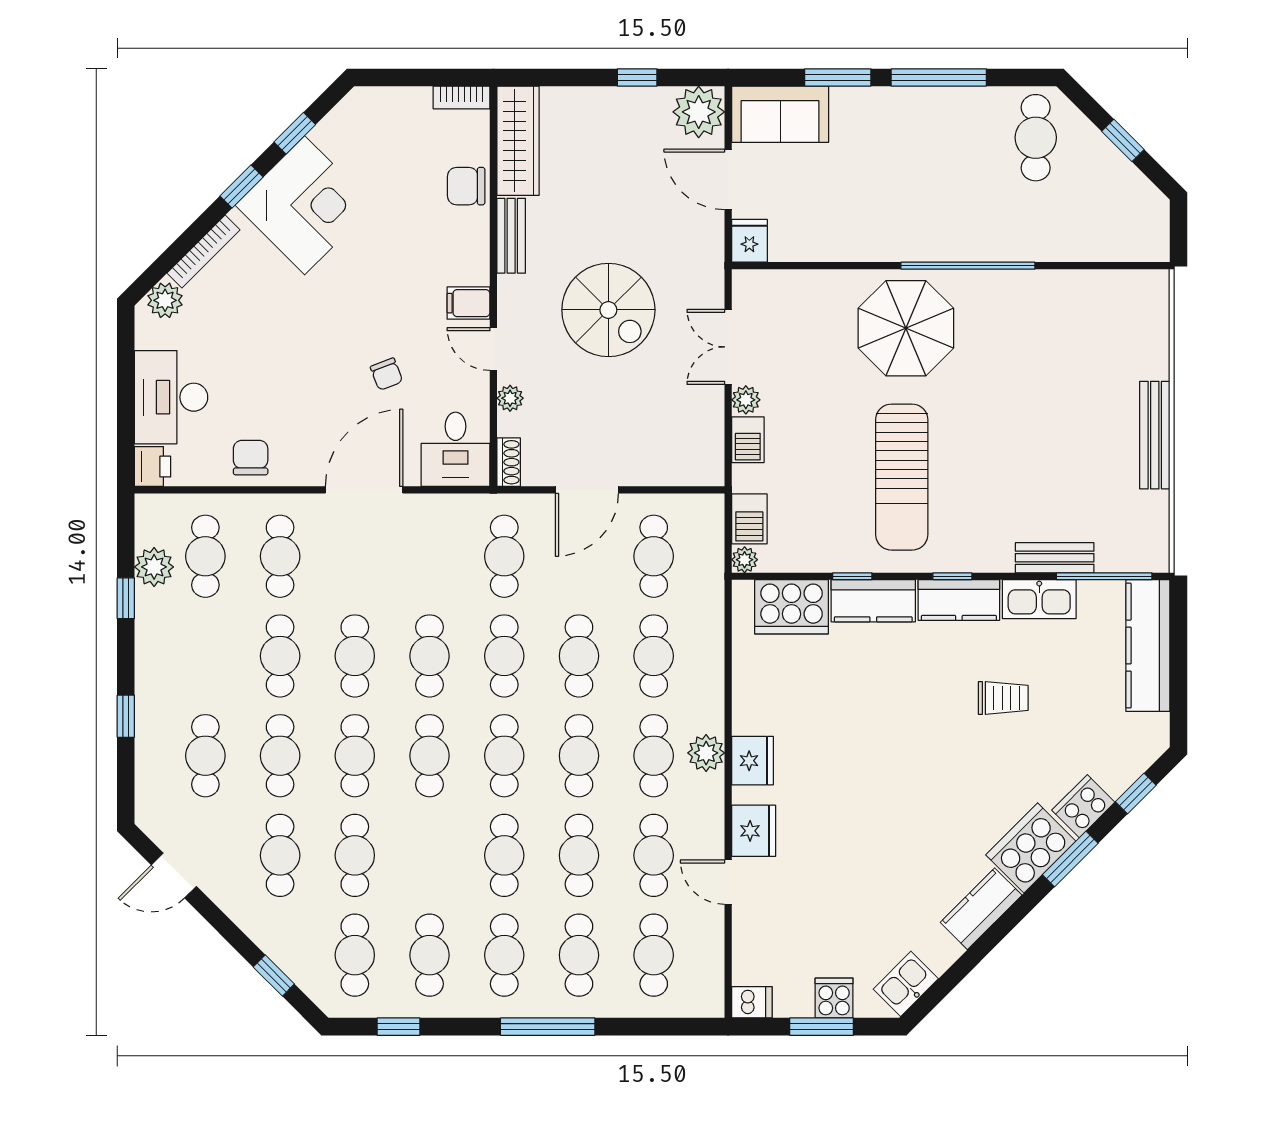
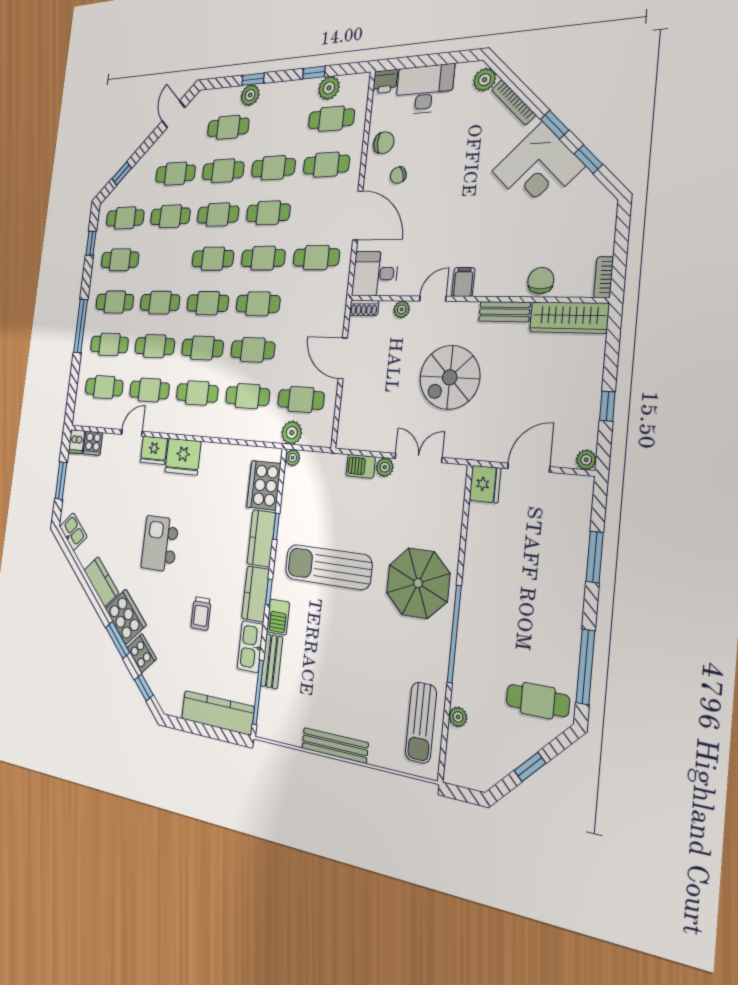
window: (939, 77) -> (585, 667), moved
plant: (699, 112) -> (586, 460), width x0.53, depth x0.53
sofa: (780, 114) -> (571, 510), removed
fridge: (749, 241) -> (485, 484), width x1.38
plant: (1078, 249) -> (458, 717), added
sun lounger: (1097, 303) -> (421, 723), added
chair: (386, 374) -> (398, 175), moved
barbecue: (749, 519) -> (278, 617), moved, turned -90
cafe table: (504, 556) -> (316, 257), moved
plant: (153, 719) -> (250, 95), added
plant: (706, 753) -> (292, 433), moved
fridge: (752, 761) -> (183, 457), width x1.36, depth x1.34
kitchen island: (904, 796) -> (160, 544), added
cooker: (834, 998) -> (93, 443), moved, turned 90

